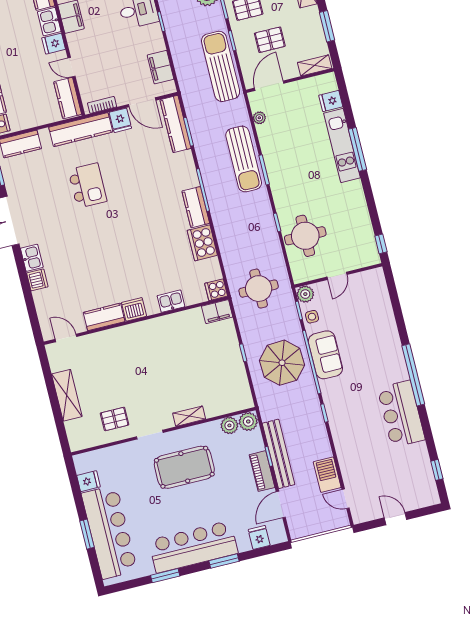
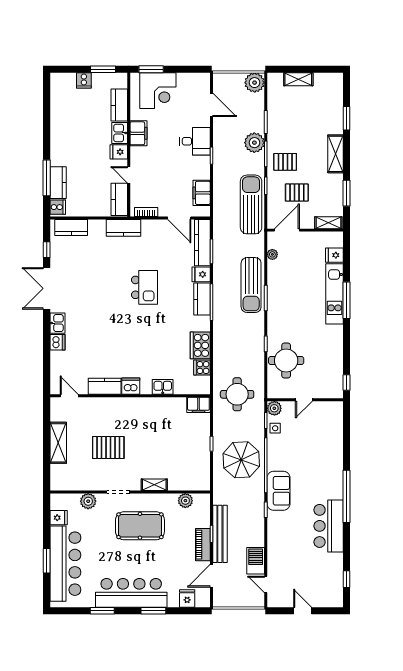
fridge: (120, 120) -> (201, 274), moved, turned 90
kitchen counter: (81, 130) -> (124, 228), width x0.67
kitchen island: (87, 186) -> (144, 287), moved
kitchen counter: (196, 207) -> (202, 299), moved
cooker: (216, 290) -> (202, 368), moved
sofa: (325, 355) -> (278, 491), moved
pallet: (115, 419) -> (108, 448), moved, width x1.50, depth x1.42
plant: (248, 422) -> (88, 501), moved

